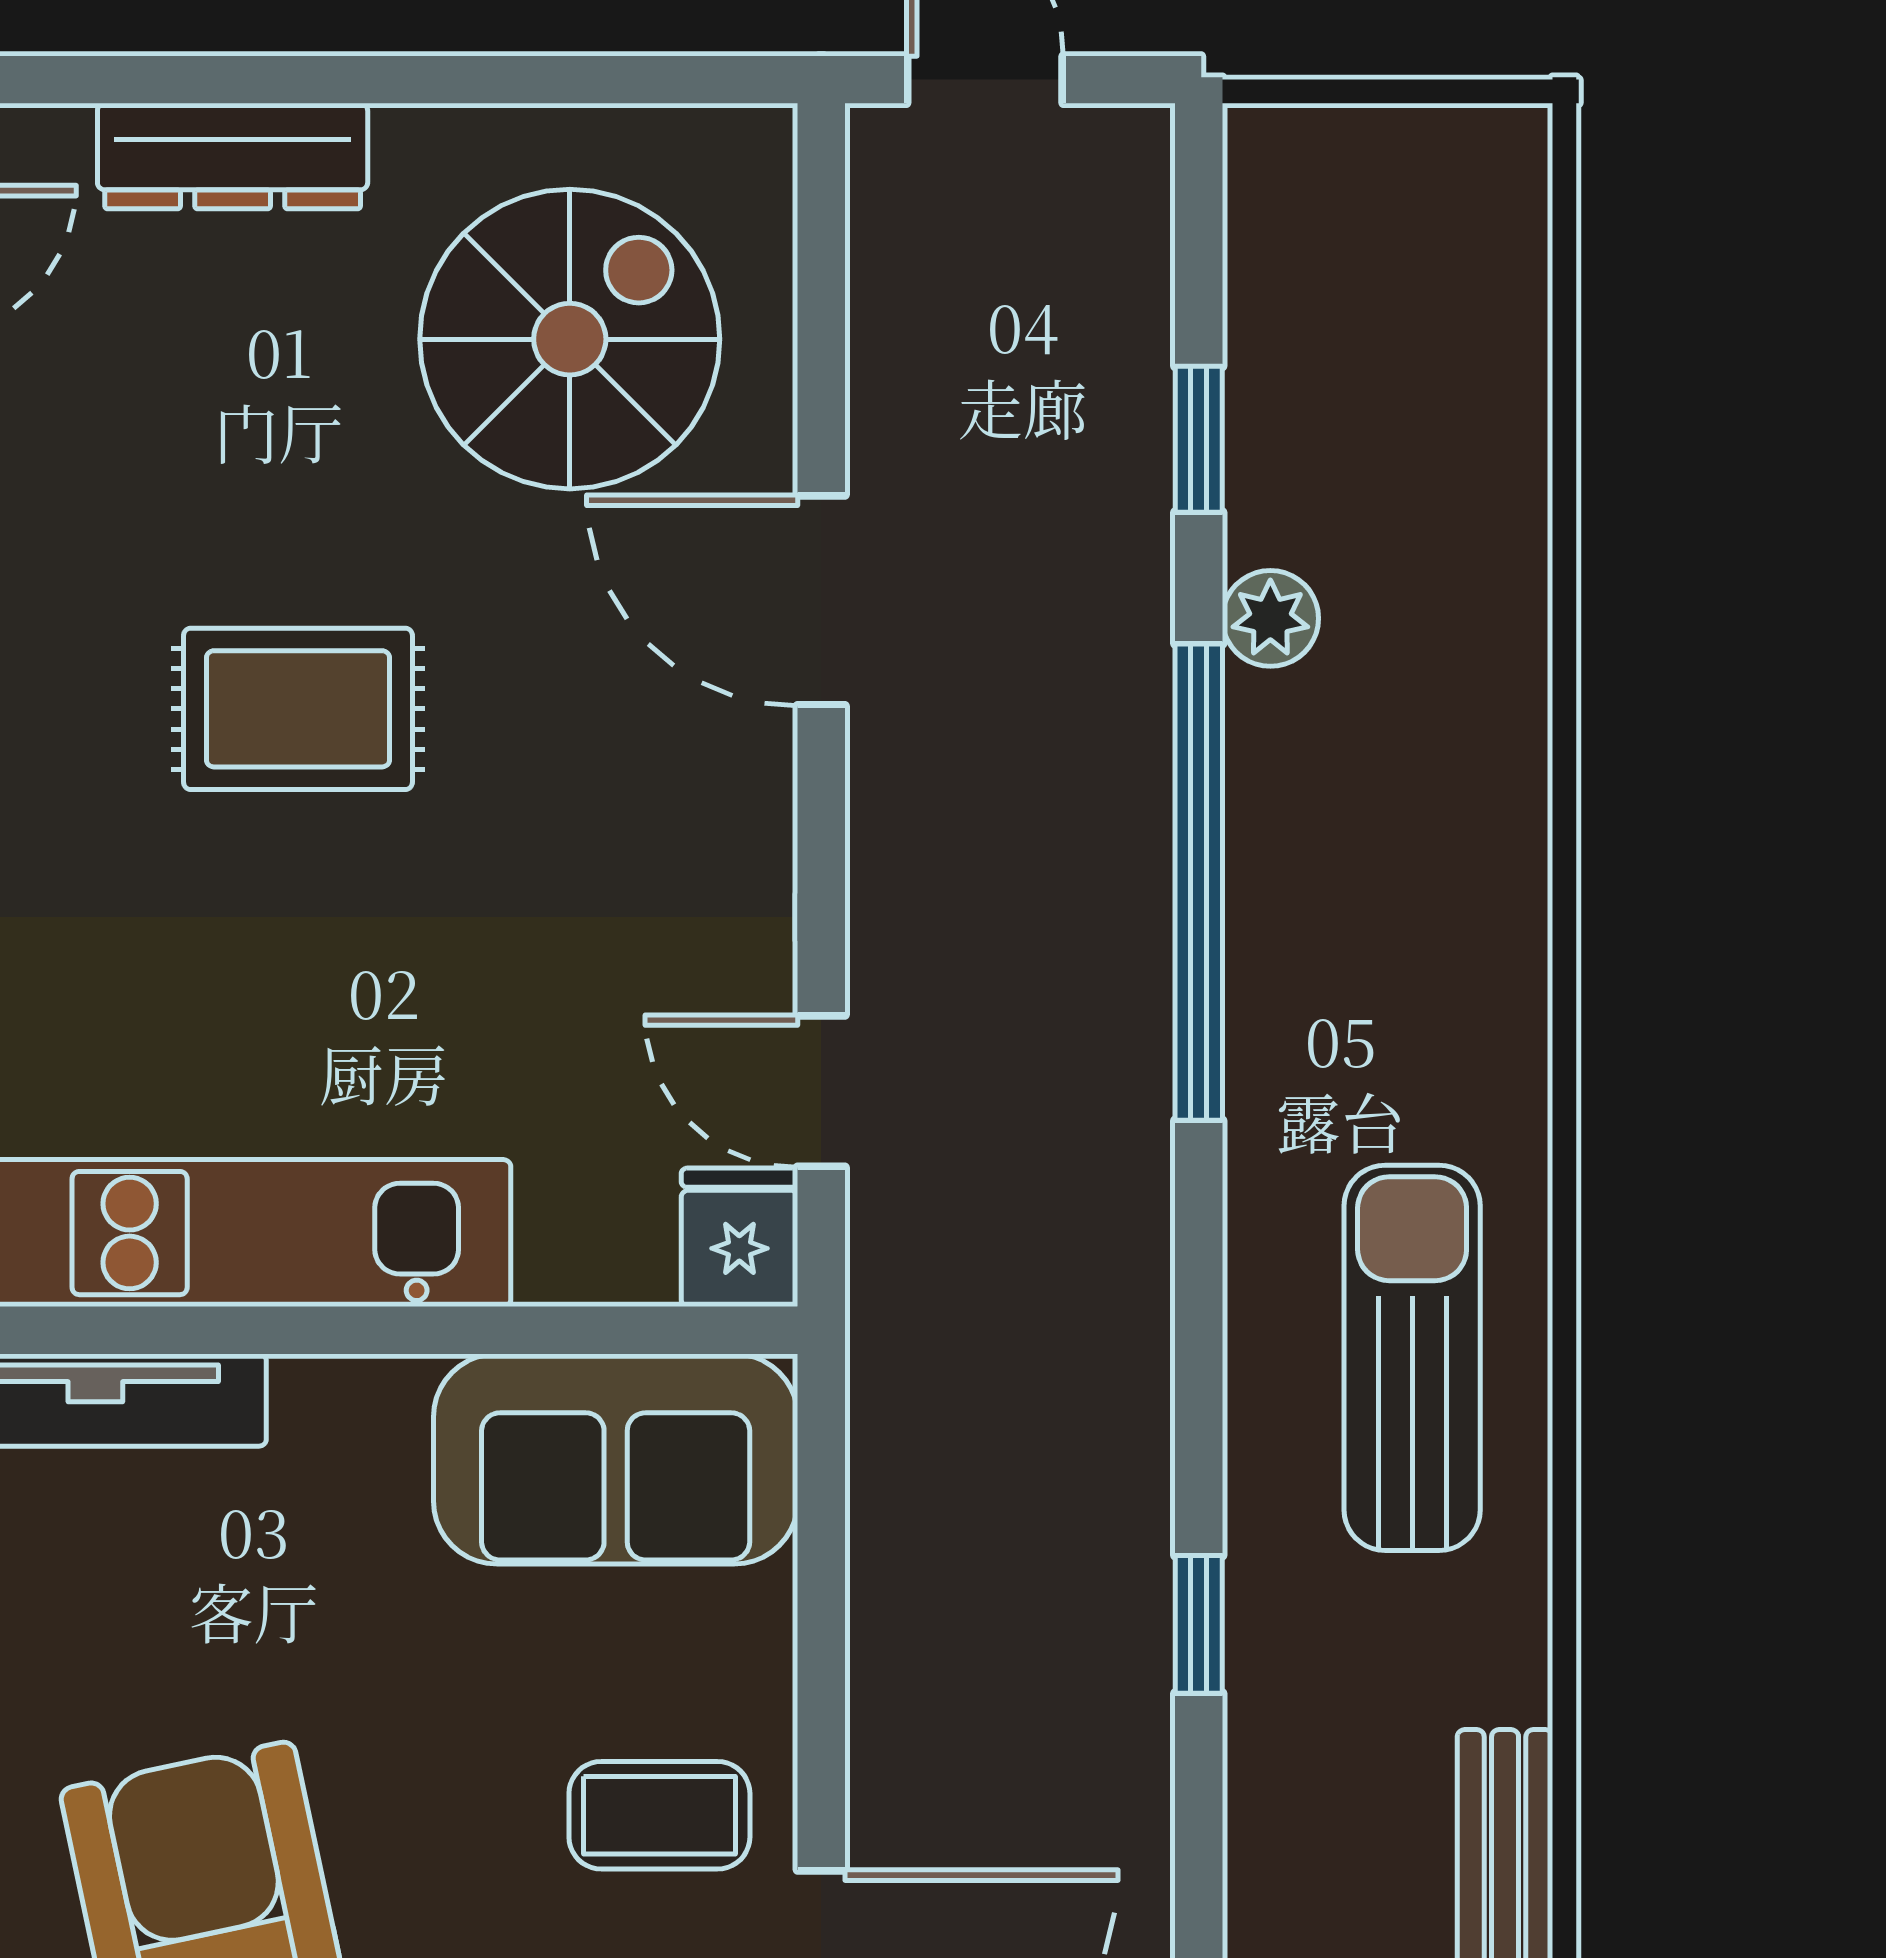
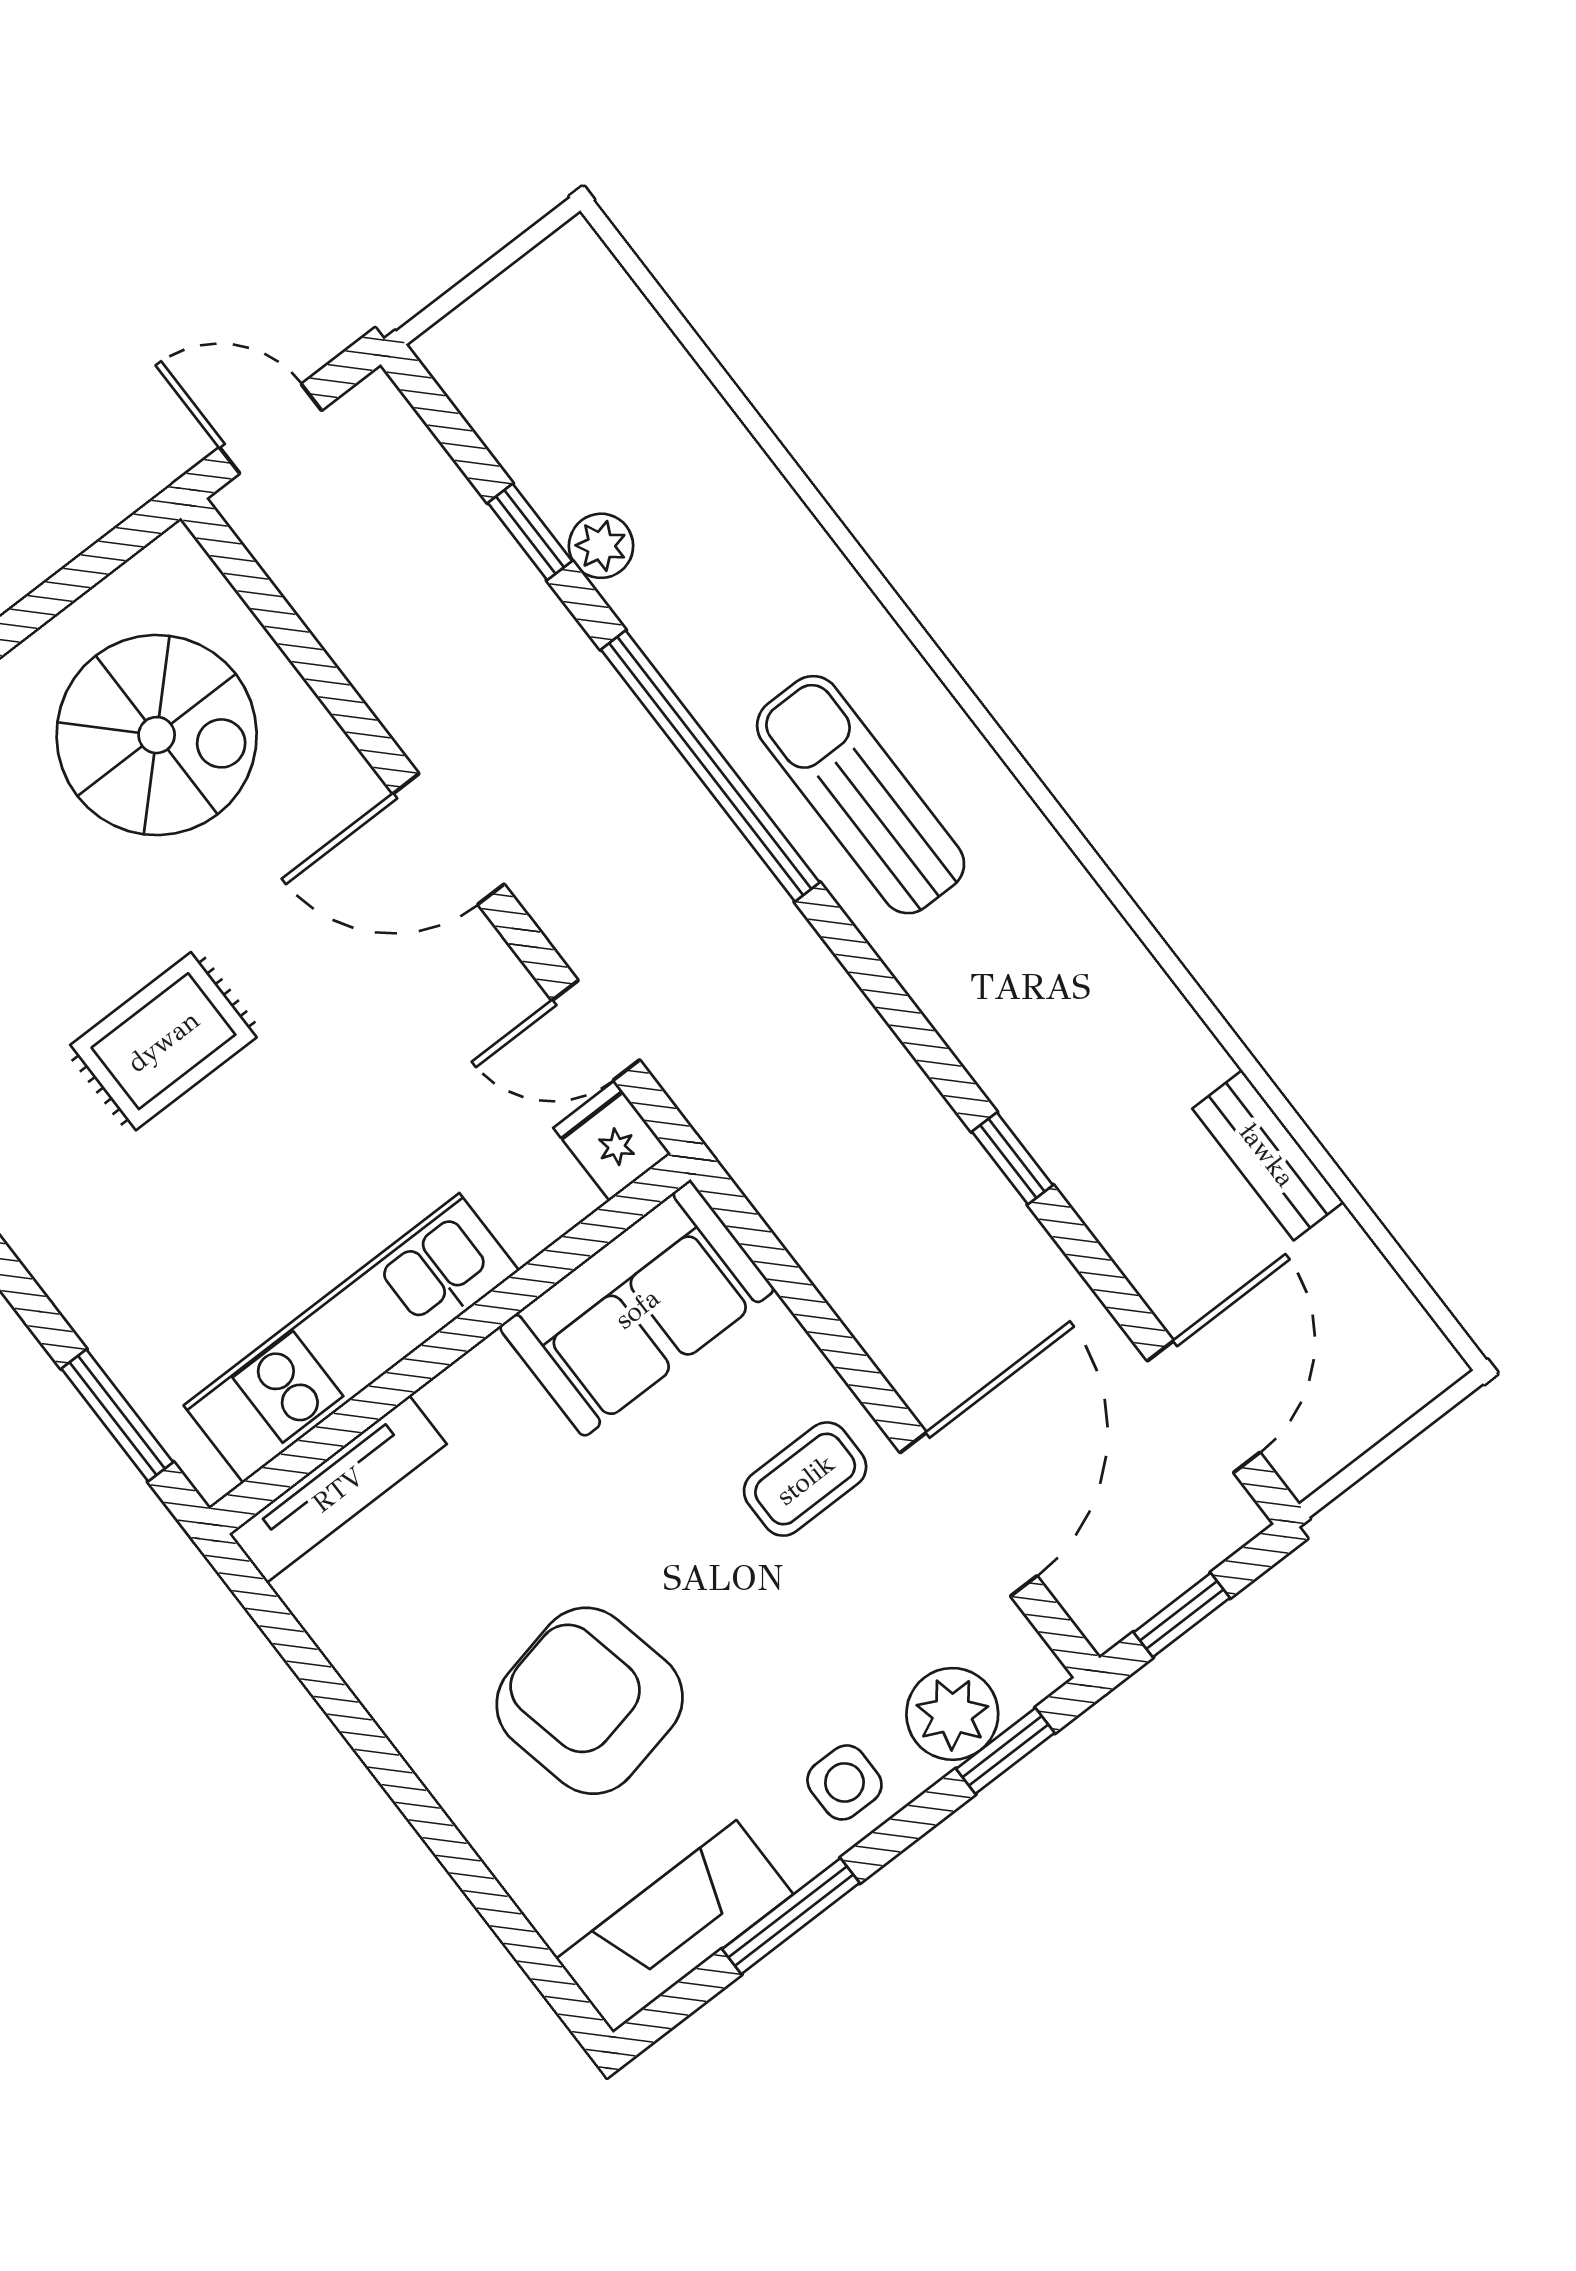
spiral stairs: (570, 339) -> (157, 735), turned 90
door: (821, 600) -> (448, 839), moved
plant: (1270, 618) -> (601, 546), moved
sun lounger: (1412, 1358) -> (861, 795), moved

